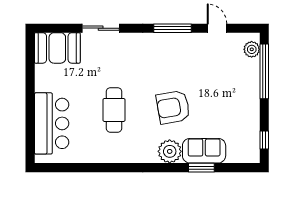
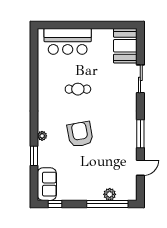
plant: (252, 49) -> (110, 194), moved
cafe table: (114, 110) -> (78, 89), width x0.73, depth x0.74
plant: (170, 151) -> (42, 136), width x0.53, depth x0.53
sofa: (204, 151) -> (47, 184), moved

